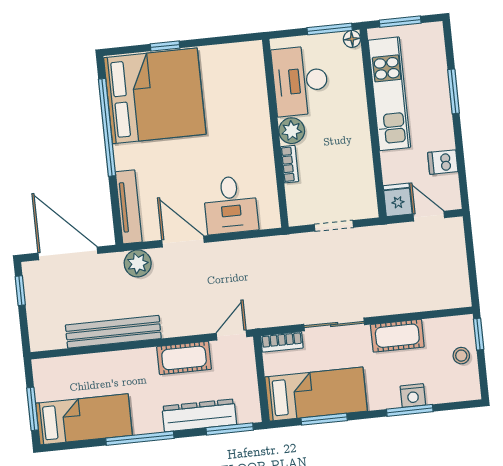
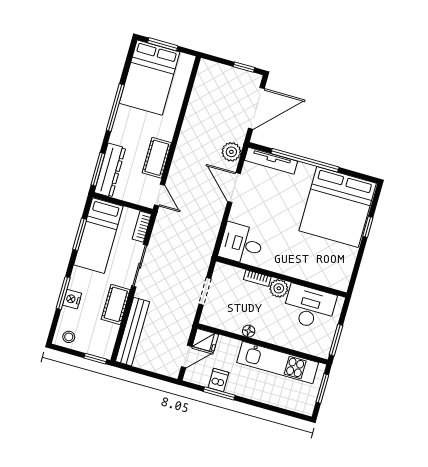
floor lamp: (352, 39) -> (249, 331), moved
window: (453, 91) -> (219, 393), moved
window: (107, 127) -> (305, 160), moved
desk: (231, 205) -> (241, 244), moved
door: (183, 241) -> (234, 188), swing flipped
bench: (113, 332) -> (132, 332), moved
stool: (461, 356) -> (69, 337), moved
dresser: (199, 415) -> (110, 170), moved
bed: (84, 419) -> (150, 78), width x1.50

